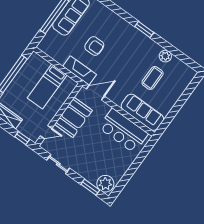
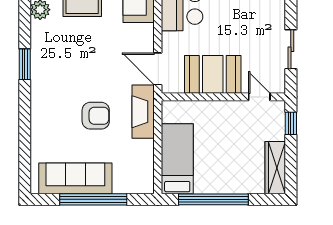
armchair: (94, 46) -> (96, 116), turned 90
bed: (47, 86) -> (177, 159), moved, turned -90

